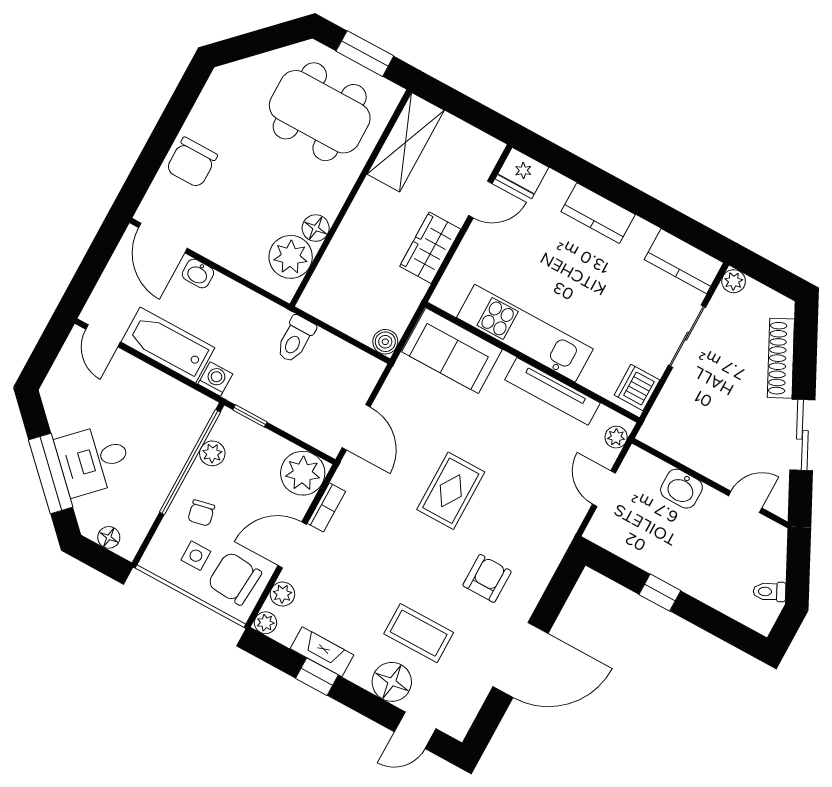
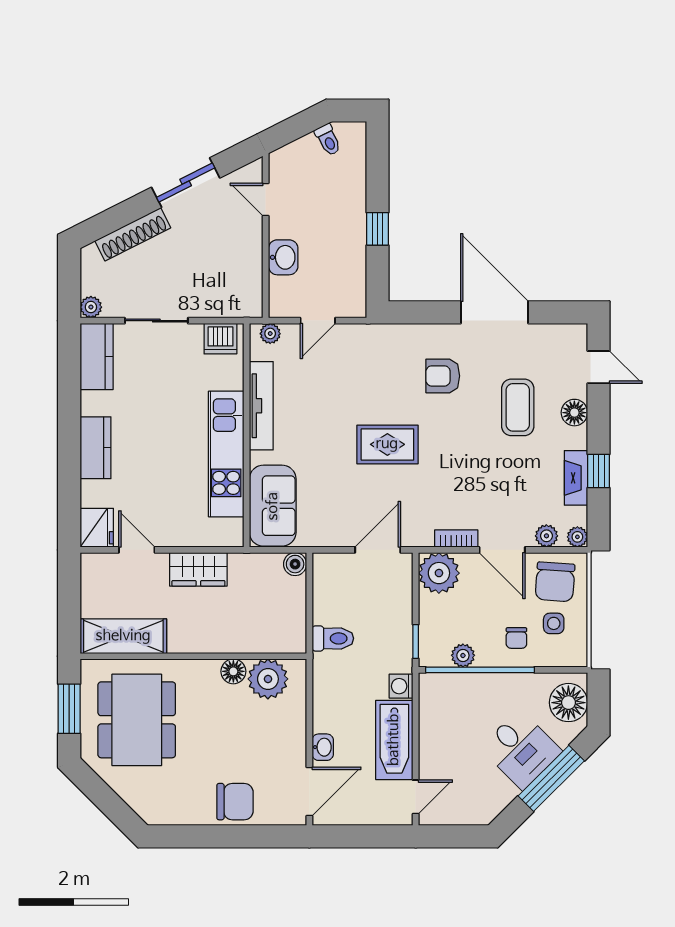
chair: (201, 513) -> (516, 638), turned 102
floor lamp: (109, 537) -> (568, 703), width x1.89, depth x1.89
floor lamp: (392, 682) -> (574, 413), width x0.73, depth x0.73

